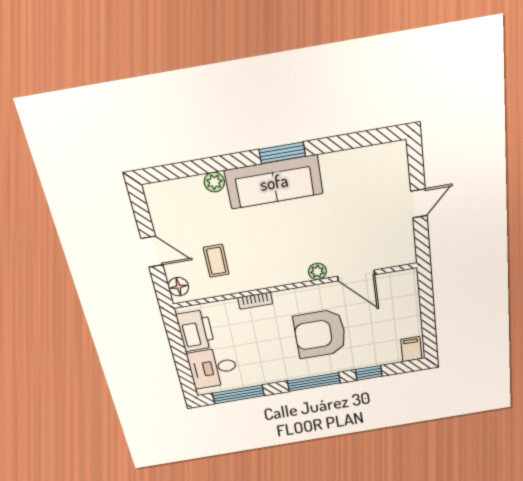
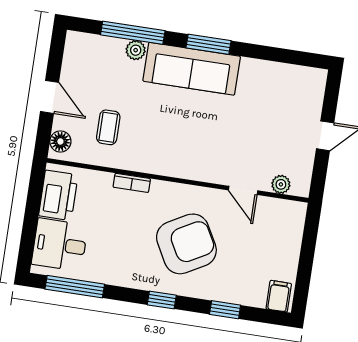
window: (205, 166) -> (133, 33), added
plant: (317, 271) -> (281, 184), moved
door: (356, 275) -> (243, 190), width x0.73
armchair: (320, 334) -> (186, 244), turned 151
window: (314, 382) -> (162, 300), width x0.46

